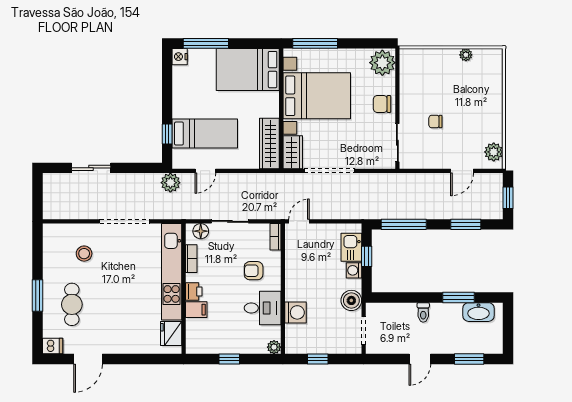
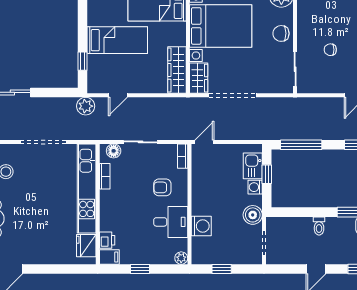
bed: (205, 134) -> (117, 40), moved
printer: (194, 291) -> (107, 240), moved
filing cabinet: (196, 310) -> (109, 257), moved

